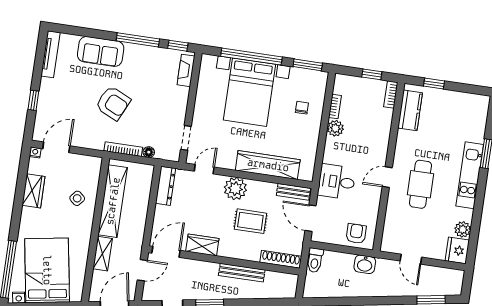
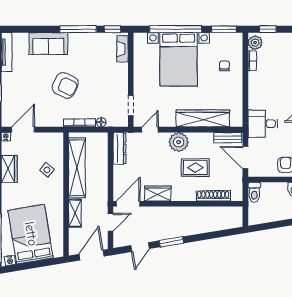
window: (372, 74) -> (268, 29), moved
plant: (335, 128) -> (255, 43), moved
shoe rack: (281, 259) -> (213, 196), moved
bench: (242, 273) -> (194, 212), removed

